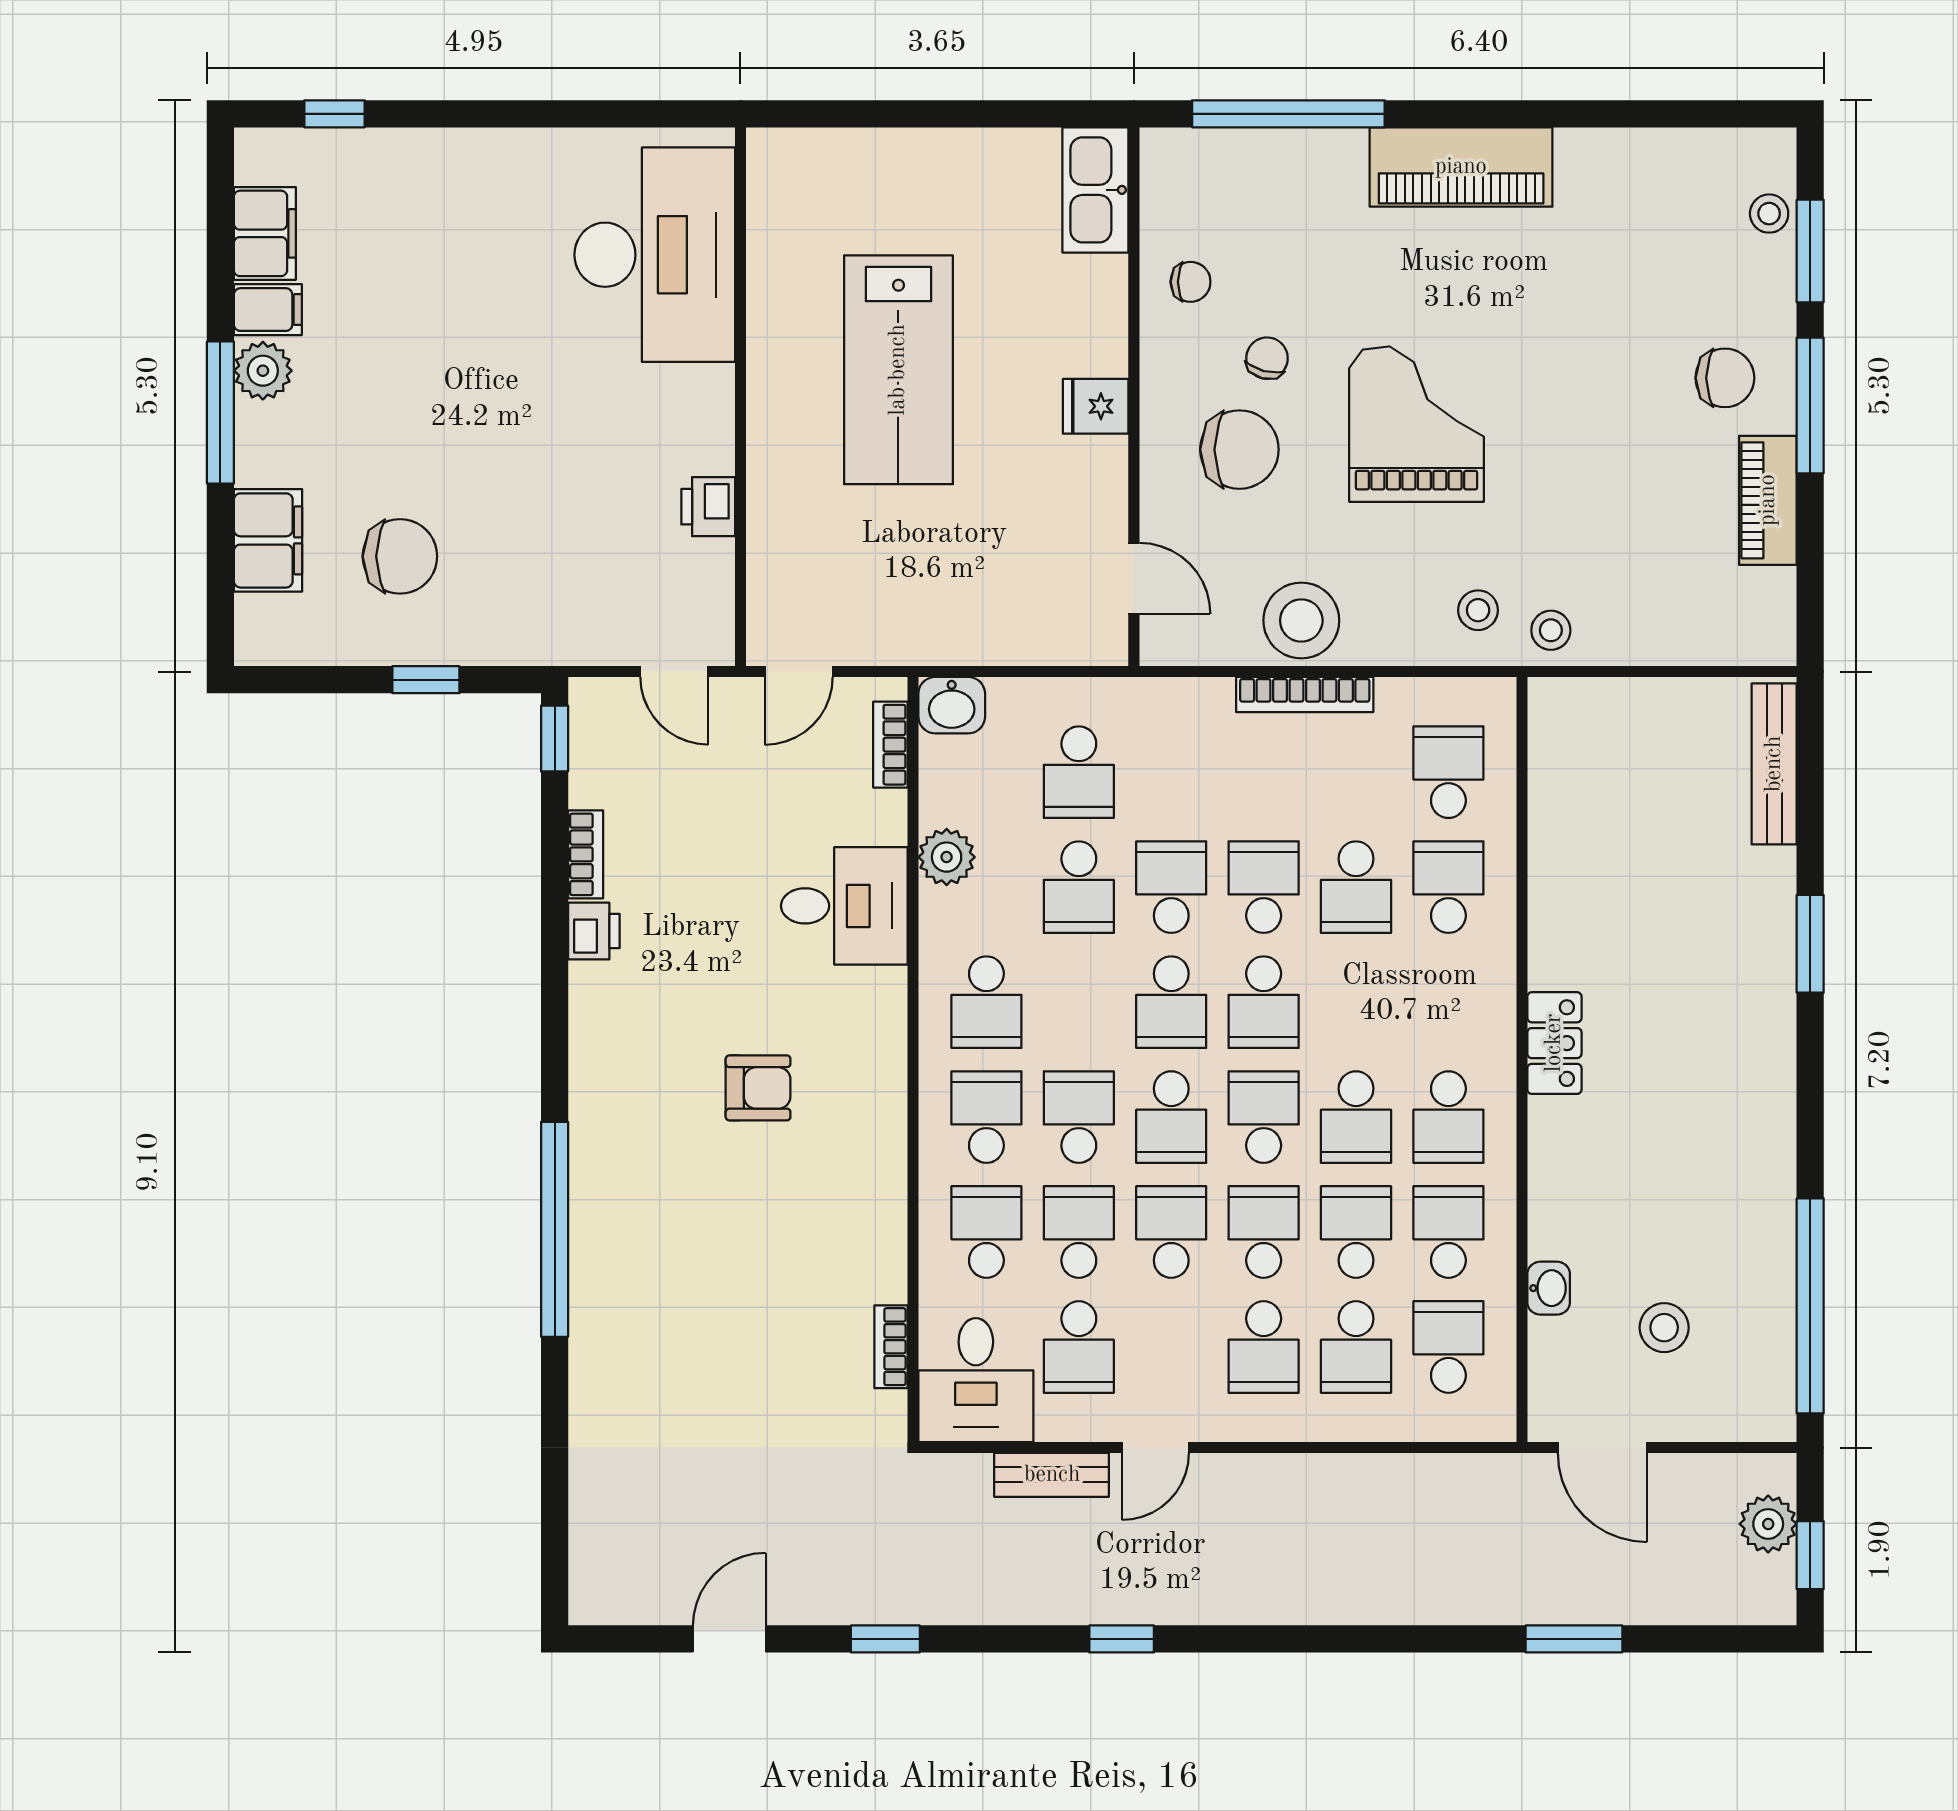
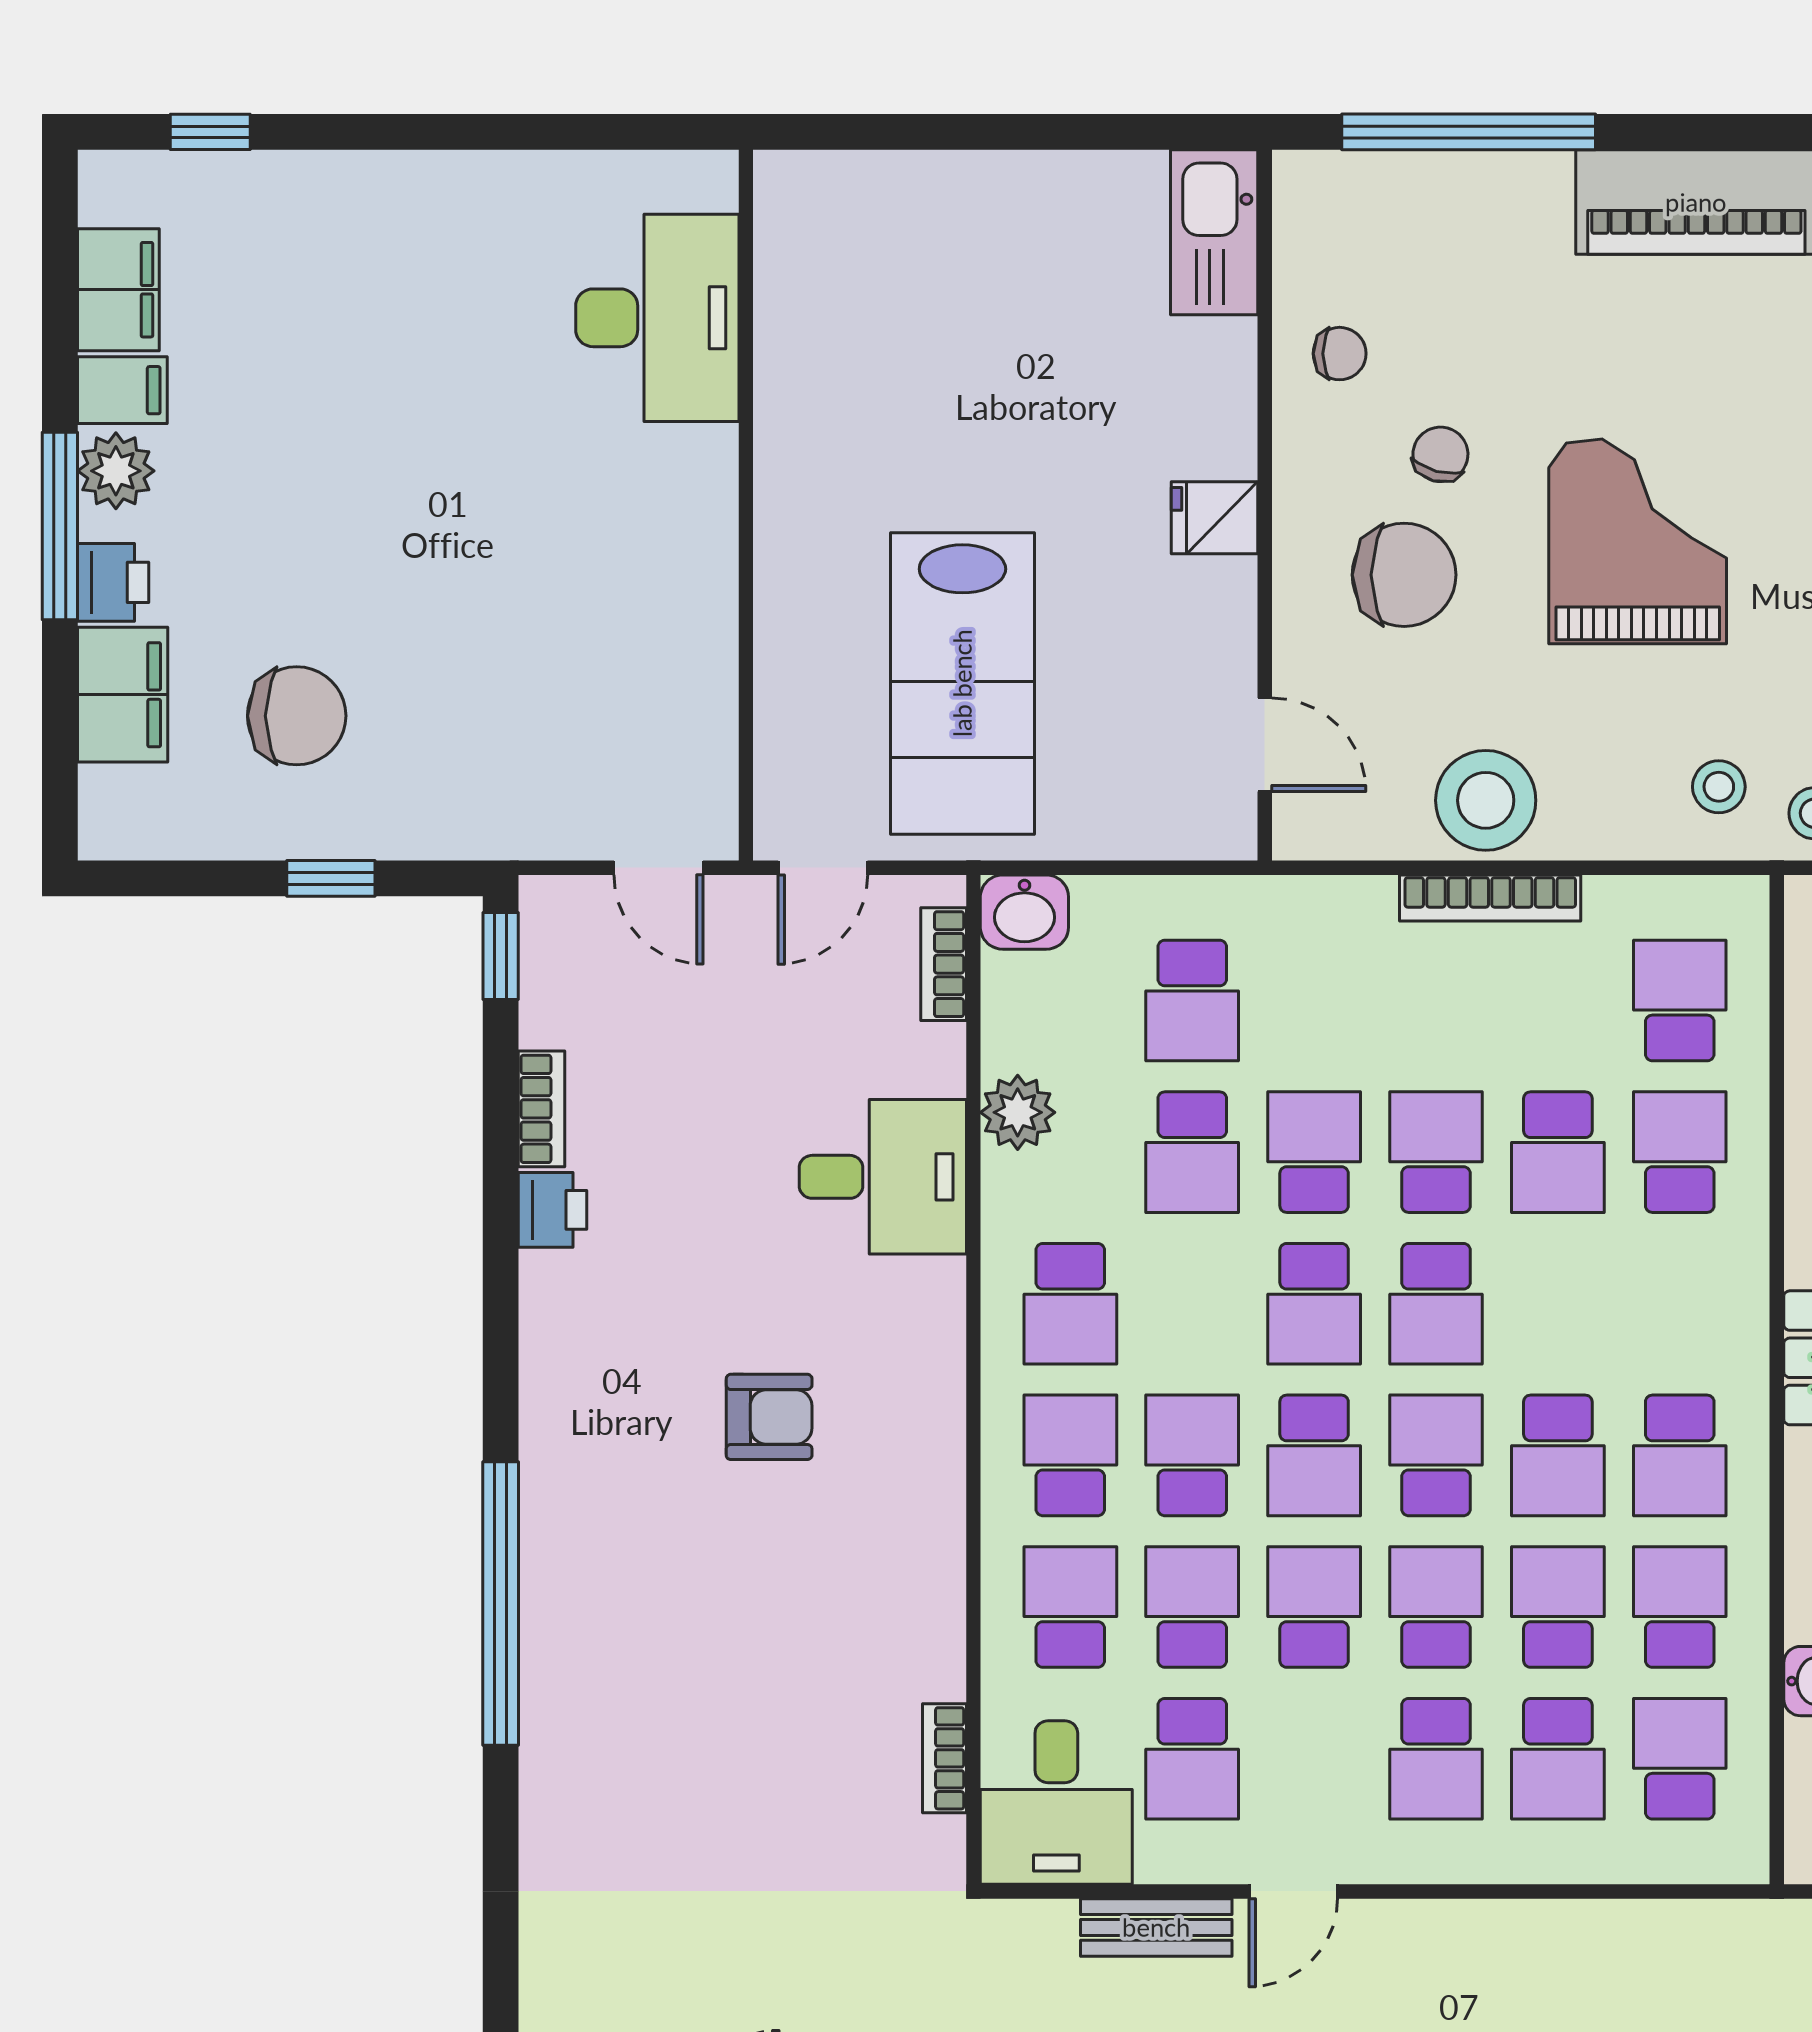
desk: (655, 255) -> (657, 318), width x0.73, depth x0.77
lab bench: (898, 370) -> (962, 683), moved
printer: (708, 507) -> (113, 582), moved, turned 180

